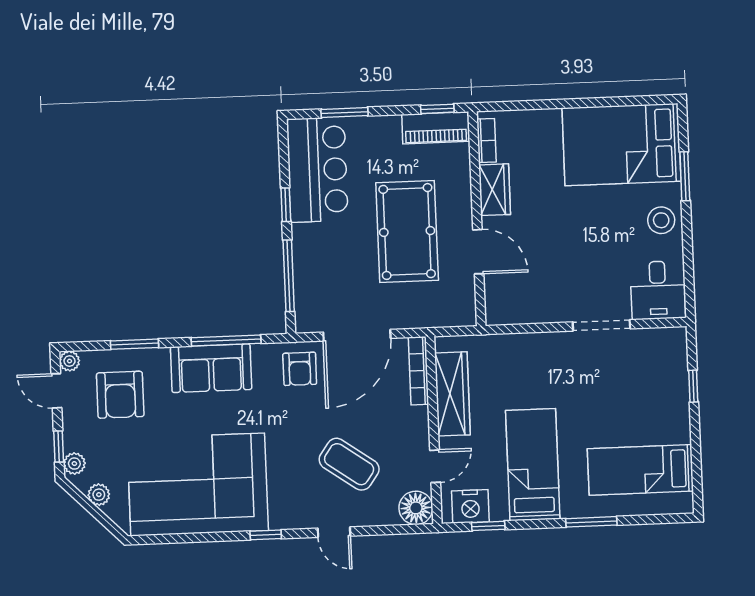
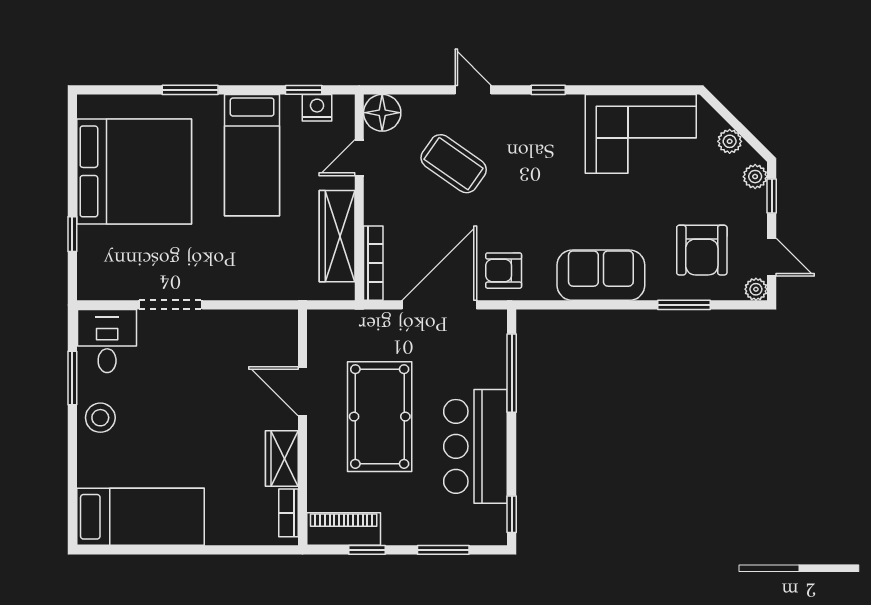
window: (437, 109) -> (367, 550), moved
bed: (622, 145) -> (141, 517), width x0.67
bar counter: (317, 170) -> (475, 446), moved
window: (685, 176) -> (72, 378), moved
window: (286, 205) -> (512, 514), moved
window: (226, 340) -> (583, 305), removed
armchair: (300, 369) -> (504, 271), turned -90
armchair: (120, 395) -> (702, 250), turned 180
bed: (640, 470) -> (134, 171), width x2.04
corner sofa: (198, 485) -> (641, 134), width x0.73, depth x0.74
nightstand: (470, 506) -> (317, 108), width x0.74, depth x0.75

